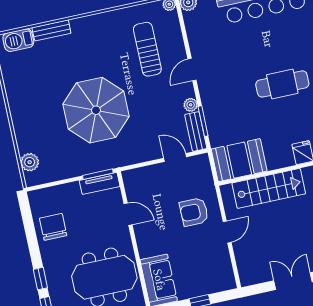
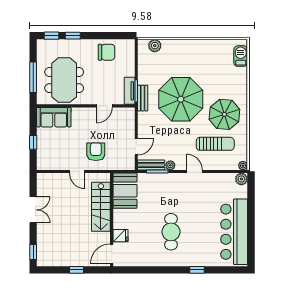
bench: (51, 30) -> (143, 98), moved
parasol: (104, 45) -> (224, 114), added

